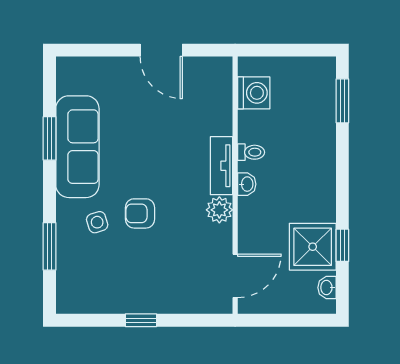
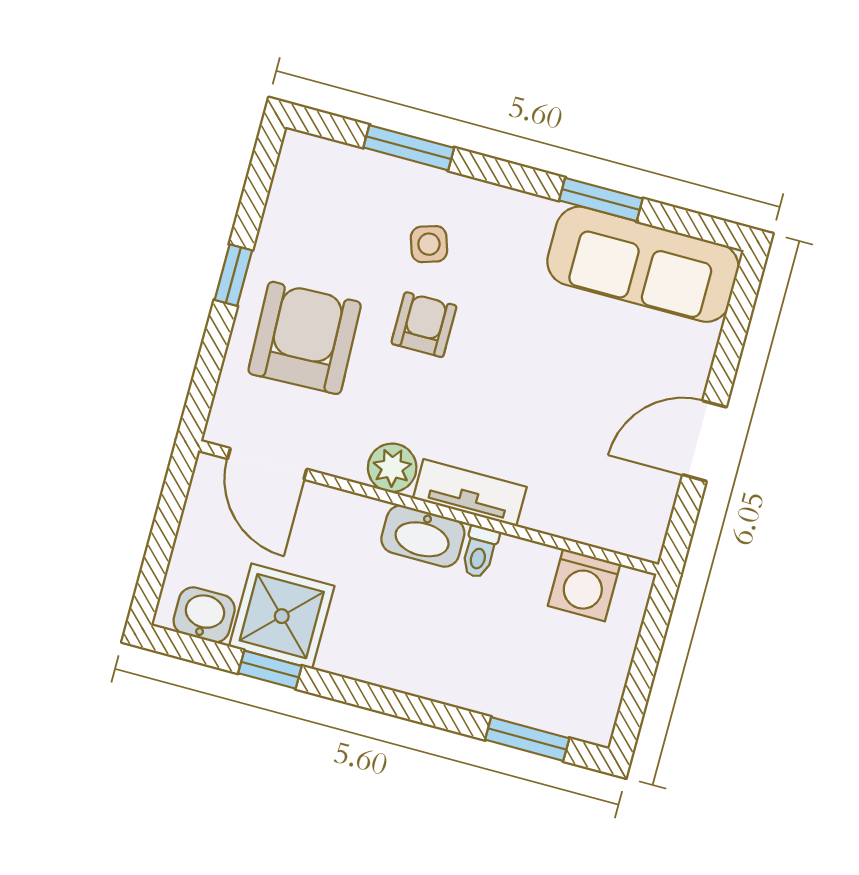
sofa: (77, 147) -> (643, 264), moved
washbasin: (247, 184) -> (423, 536), width x1.91, depth x1.45
armchair: (164, 274) -> (305, 338), added
washbasin: (327, 288) -> (204, 615), width x1.38, depth x1.45

